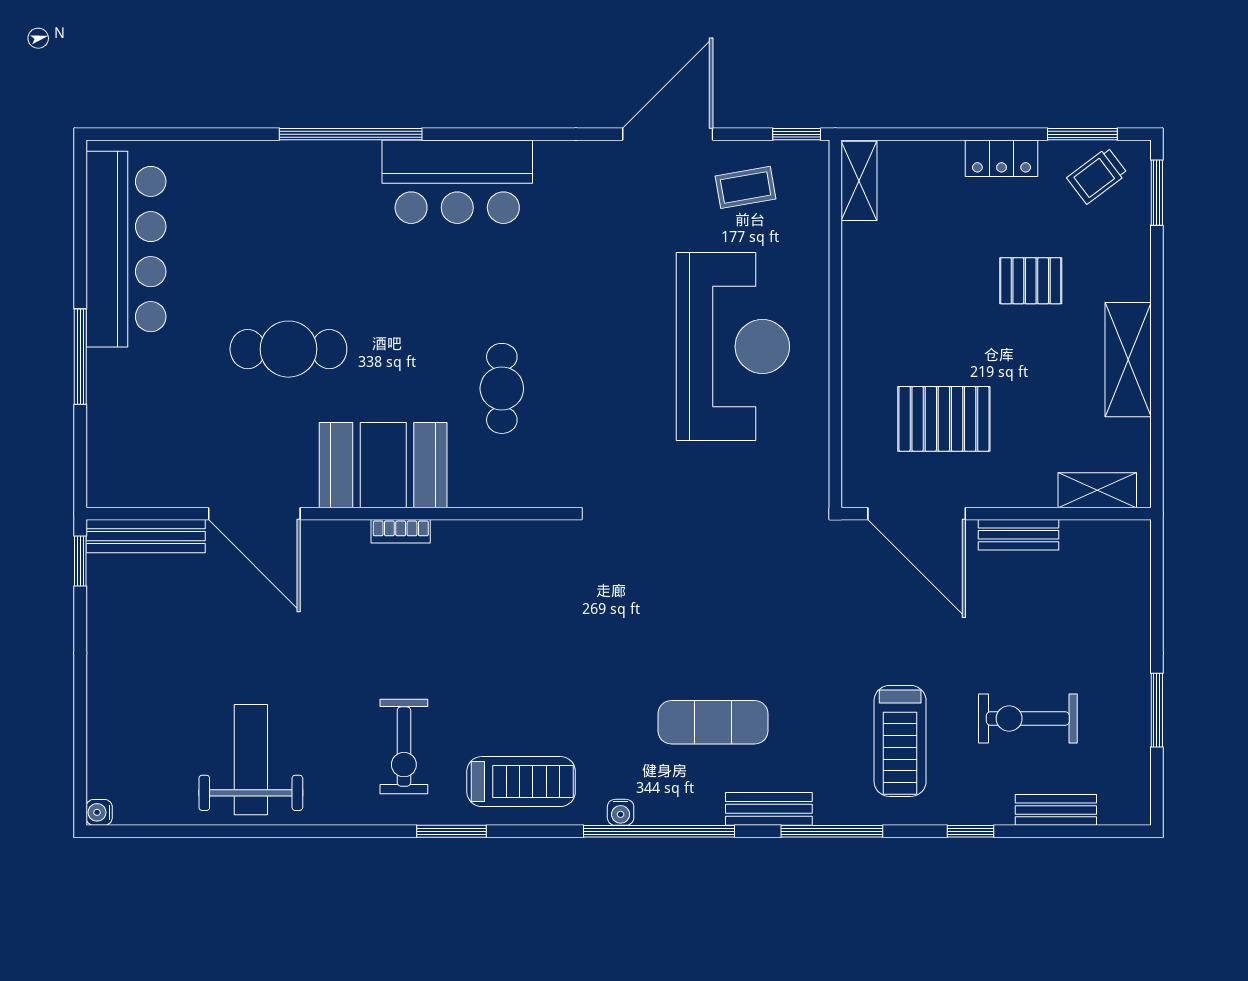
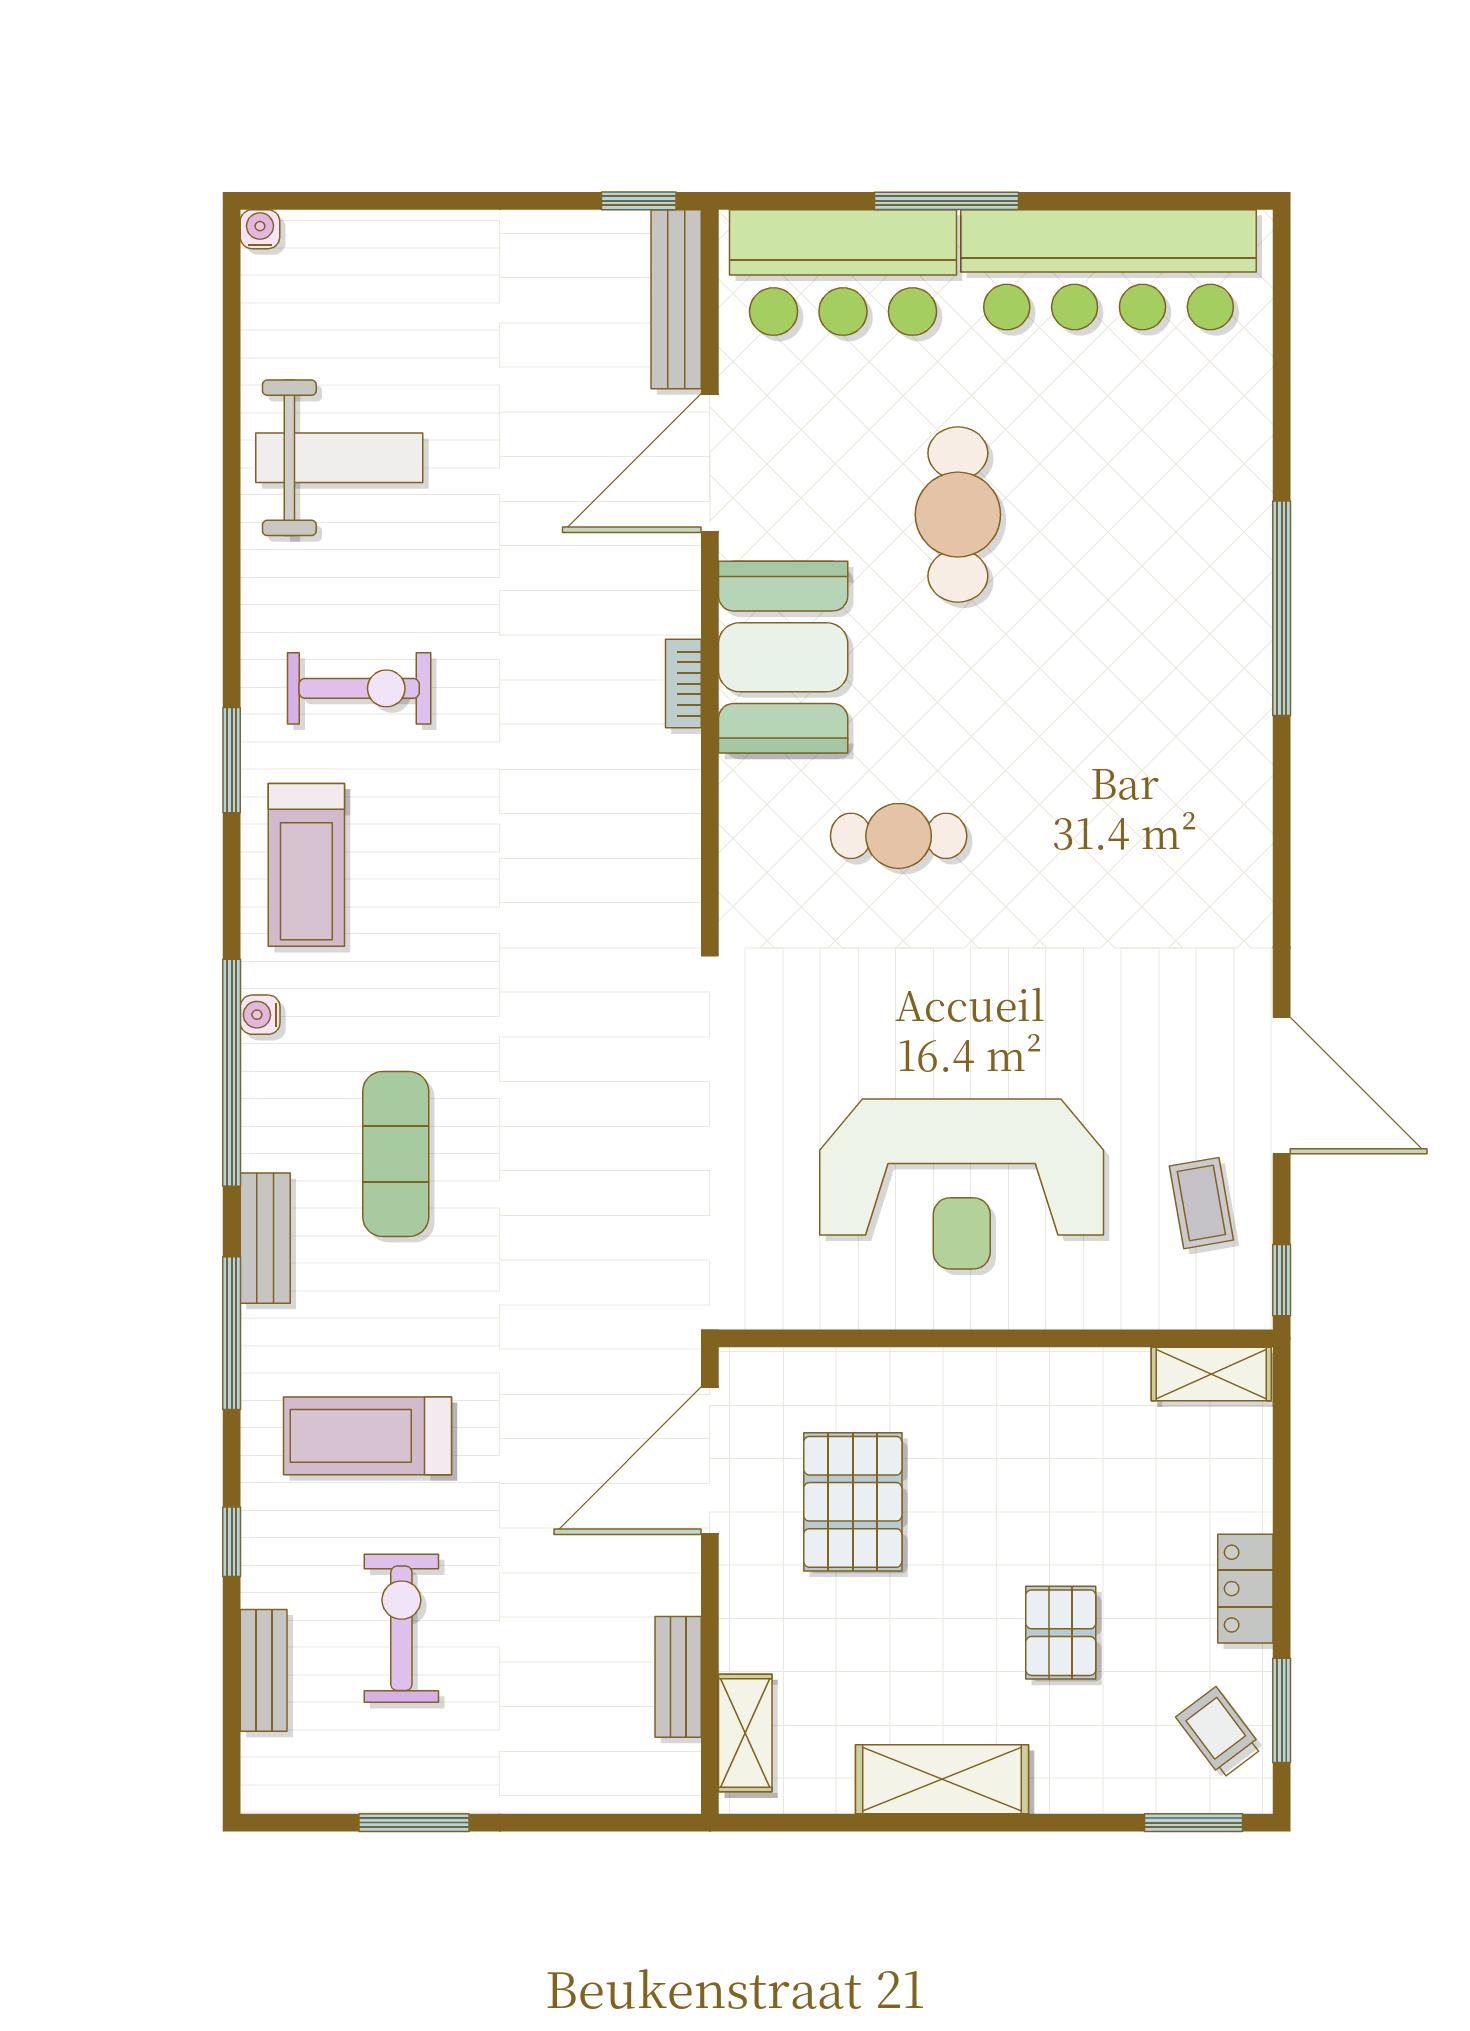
bar counter: (457, 182) -> (843, 273), moved, turned -90
bench: (1019, 535) -> (678, 1677), moved
exercise bike: (404, 747) -> (359, 688), turned 180

